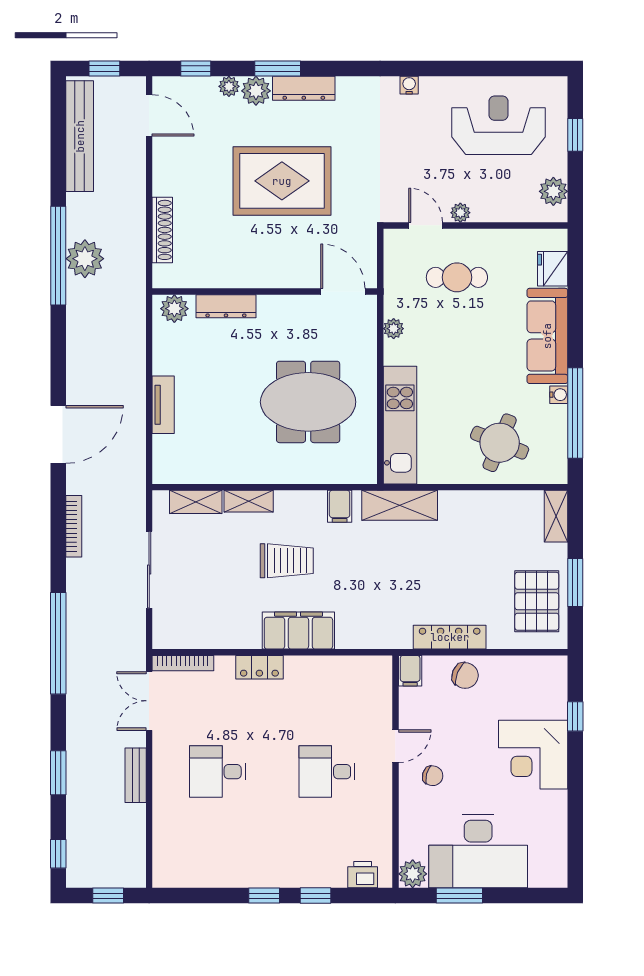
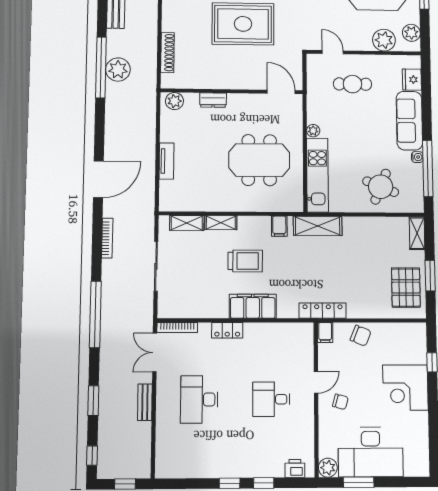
plant: (460, 213) -> (384, 40), moved, width x1.88, depth x1.88
dresser: (226, 306) -> (213, 100), width x0.70
plant: (394, 329) -> (313, 131), moved
locker: (450, 637) -> (323, 311), moved
desk: (218, 772) -> (199, 399), width x1.37

